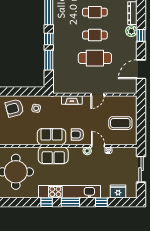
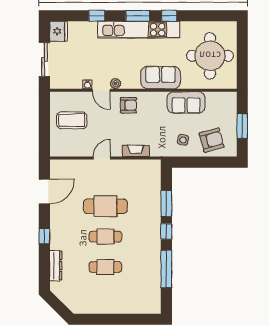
plant: (131, 31) -> (57, 242), removed
sofa: (51, 137) -> (186, 102), moved
fridge: (118, 191) -> (59, 31), moved, turned -90

